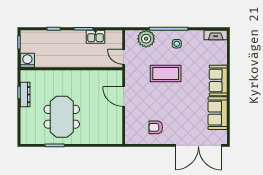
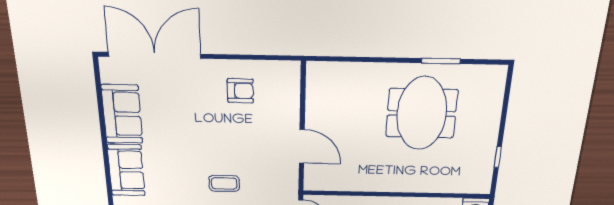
coffee table: (166, 73) -> (224, 183), width x0.54, depth x0.58
dresser: (25, 95) -> (487, 153), removed

